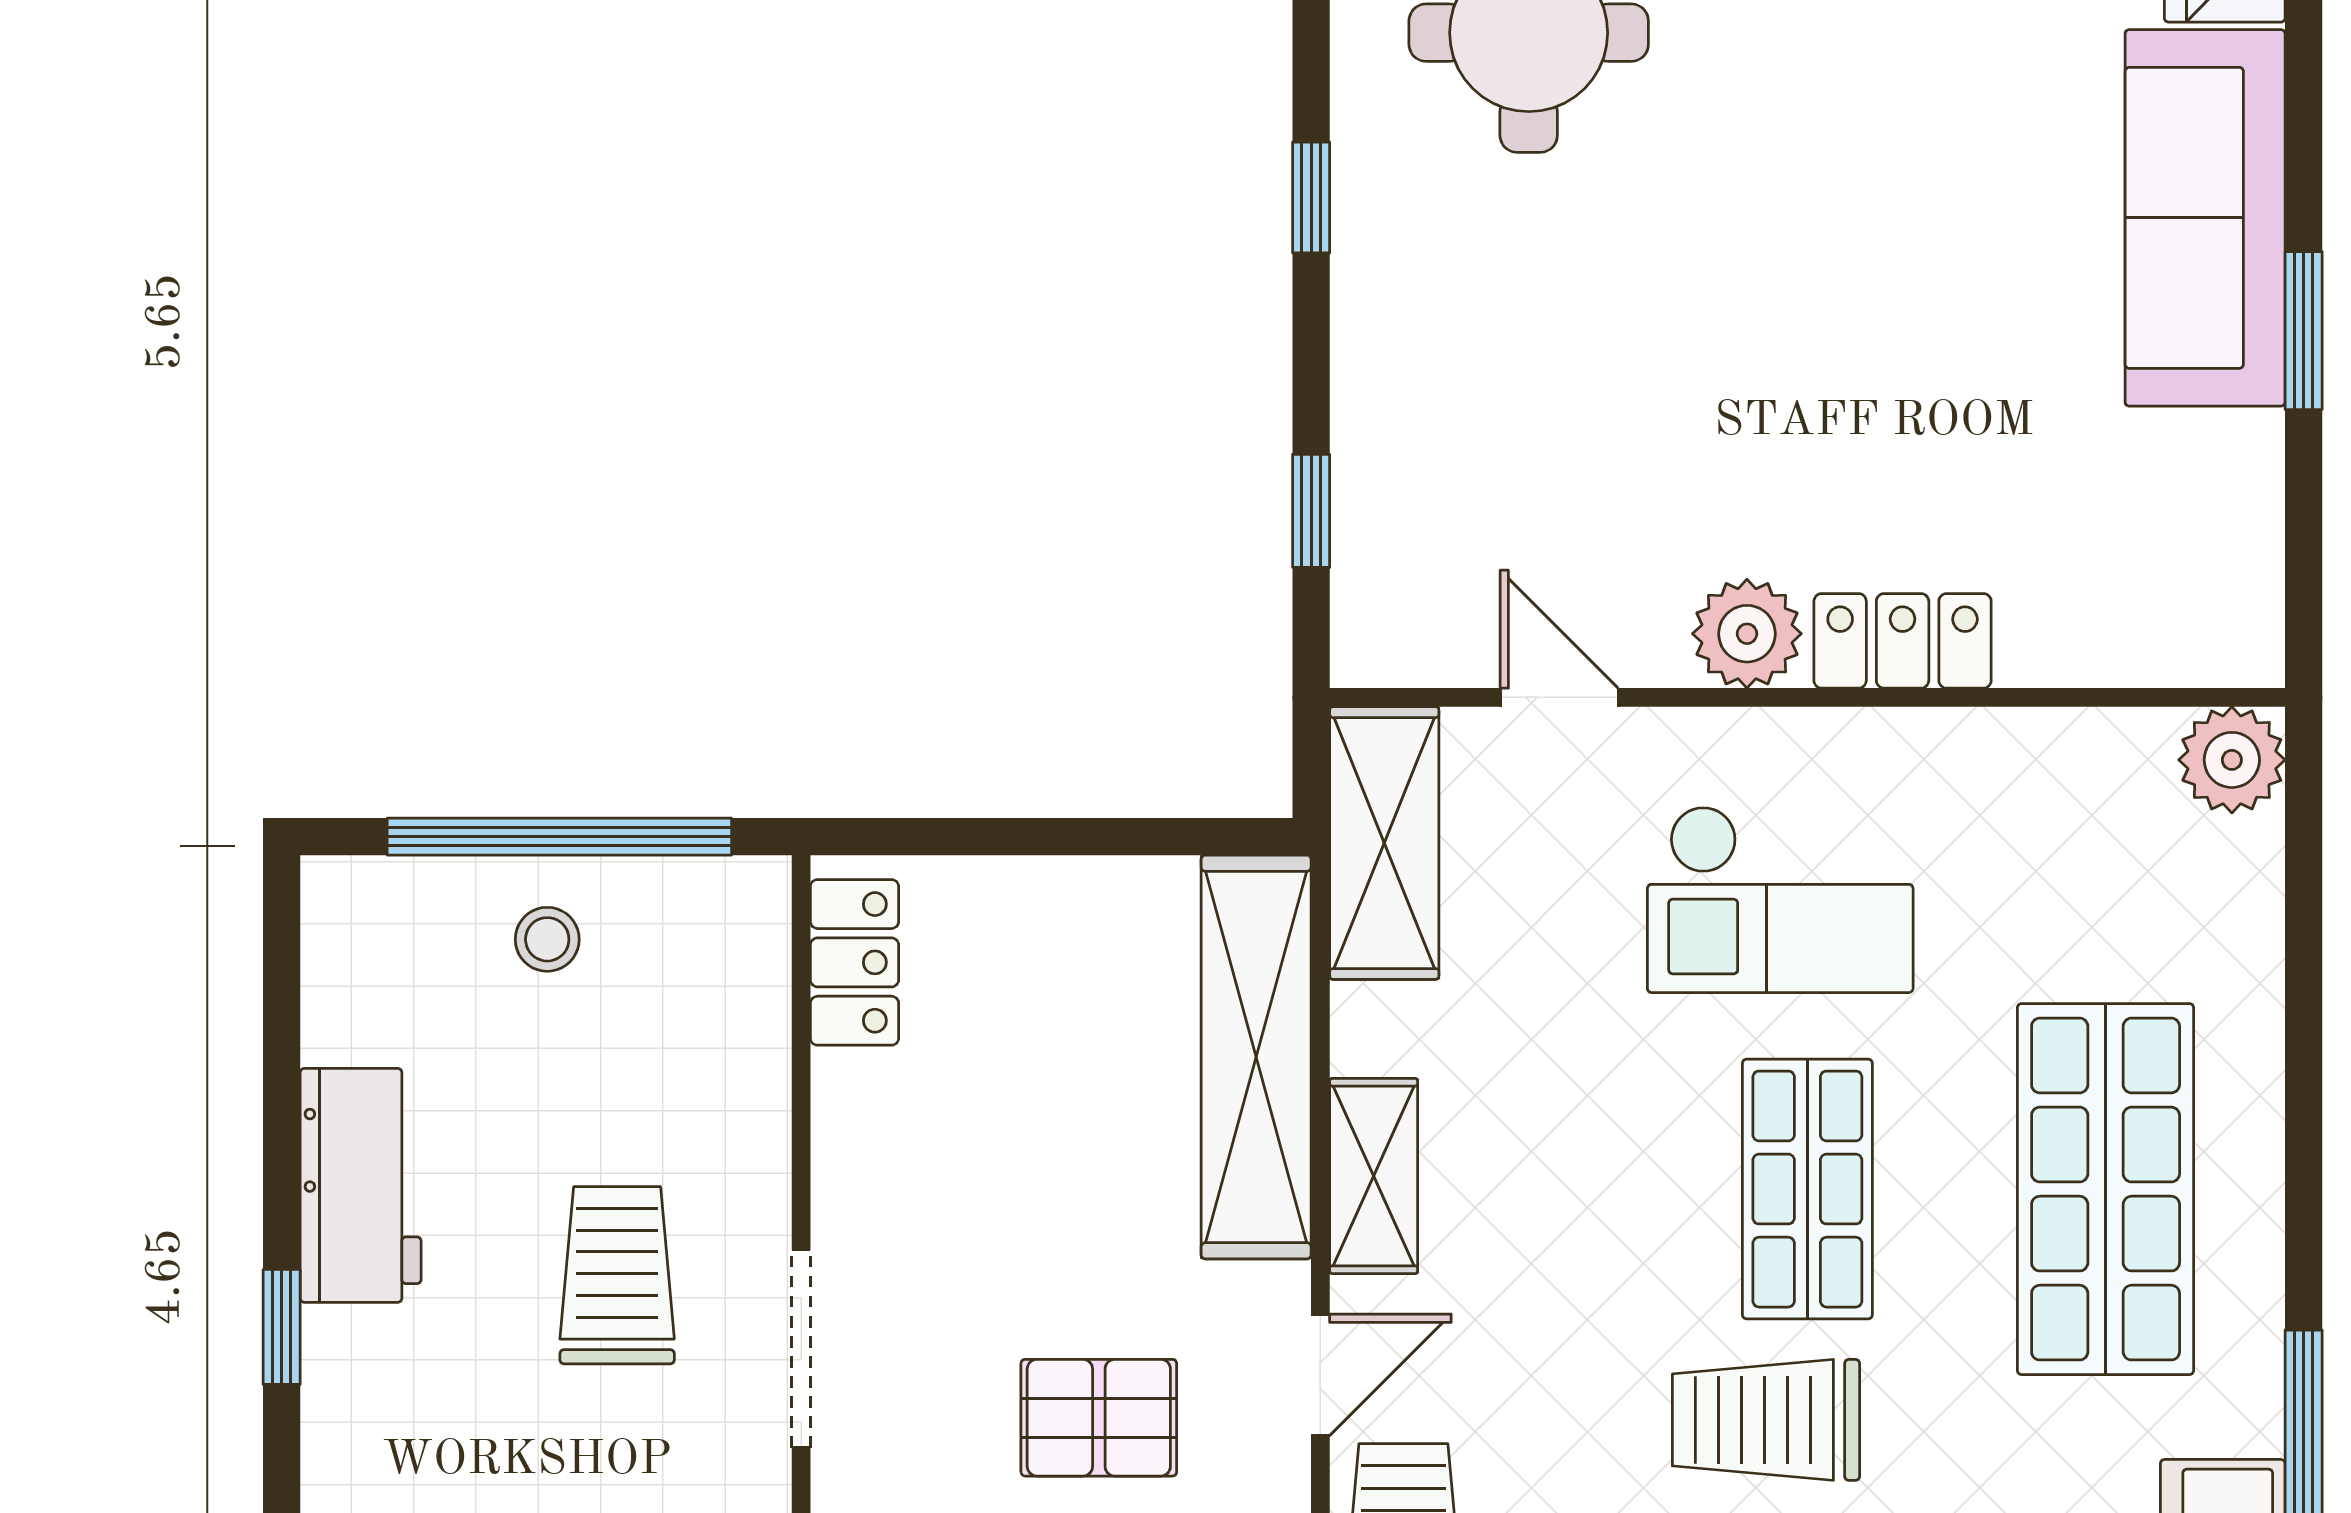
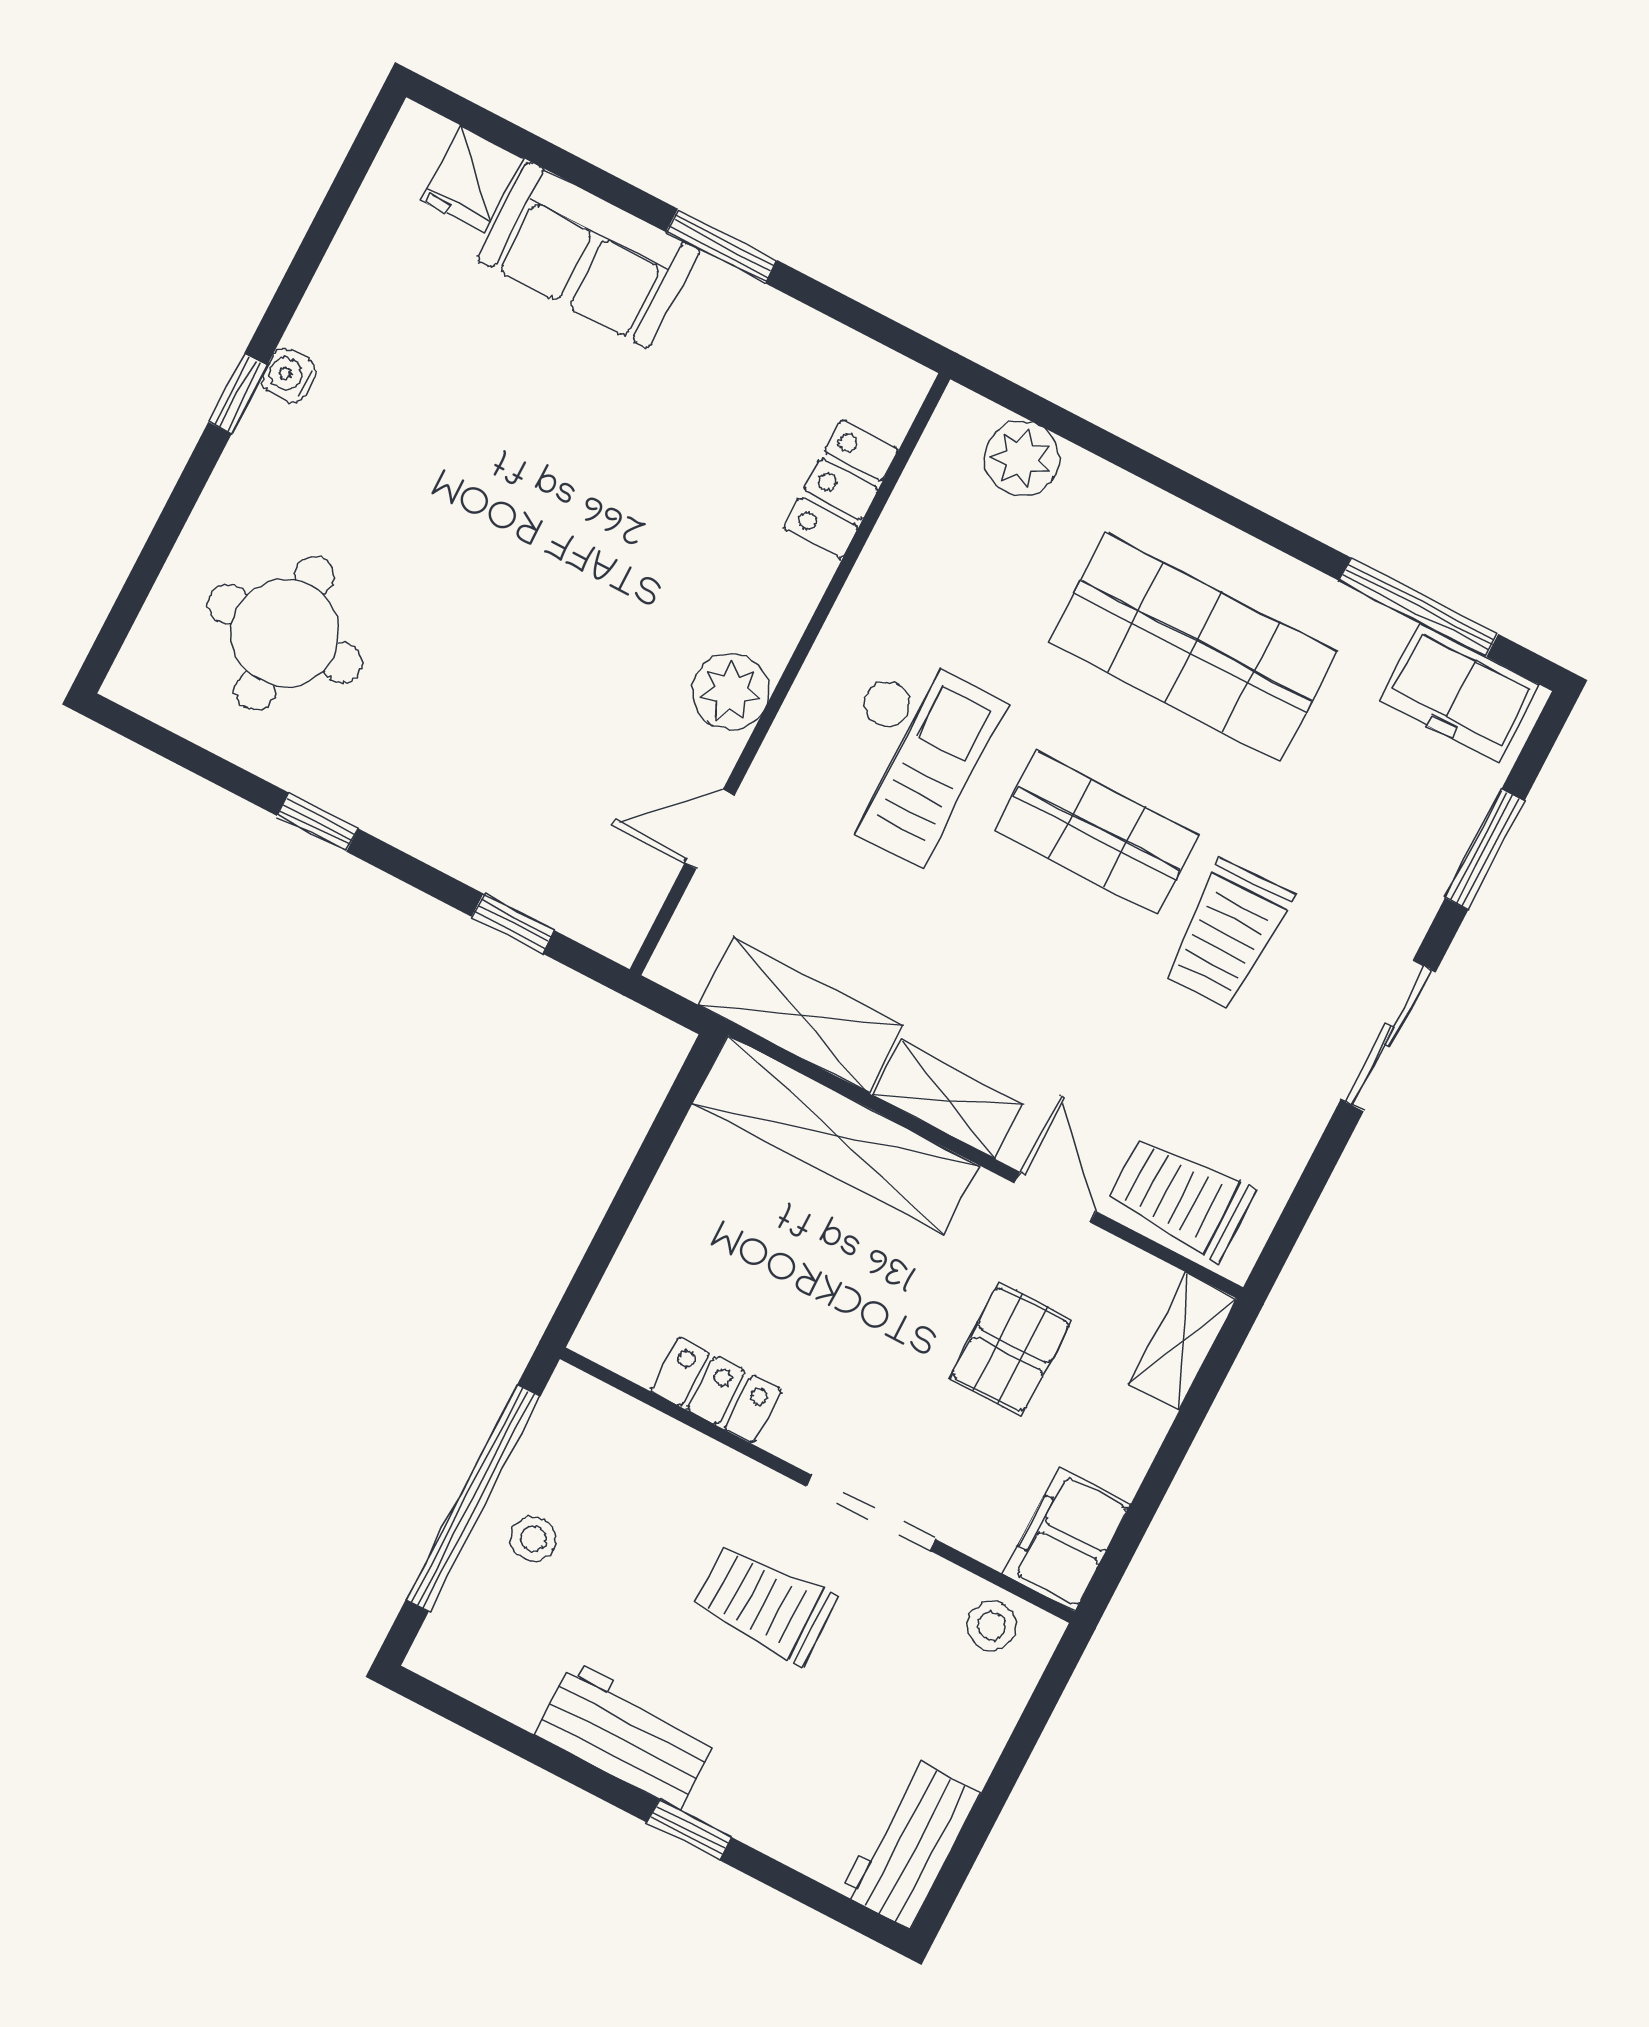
sofa: (2205, 218) -> (588, 255), width x0.73
locker: (1903, 641) -> (841, 489), moved
plant: (2232, 760) -> (1022, 458), moved
shelving: (1384, 843) -> (801, 1015), moved
locker: (855, 962) -> (716, 1390), moved

